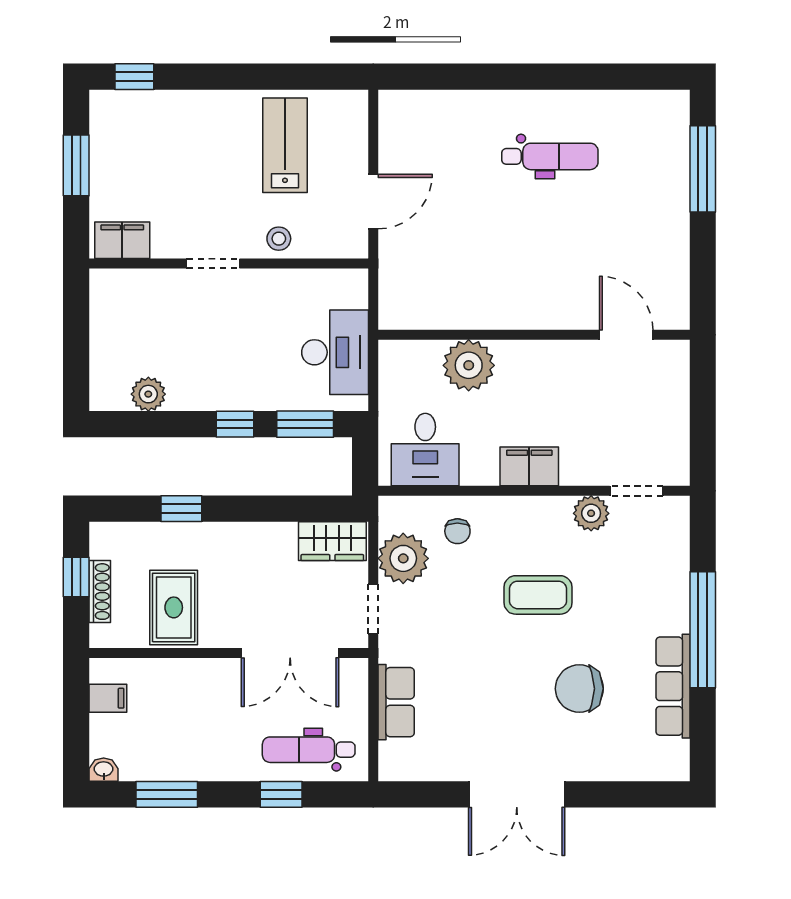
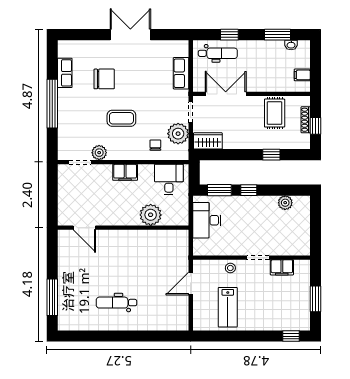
filing cabinet: (122, 240) -> (282, 267), moved
row of seats: (673, 686) -> (65, 73), width x0.68
washbasin: (104, 770) -> (291, 45), moved

